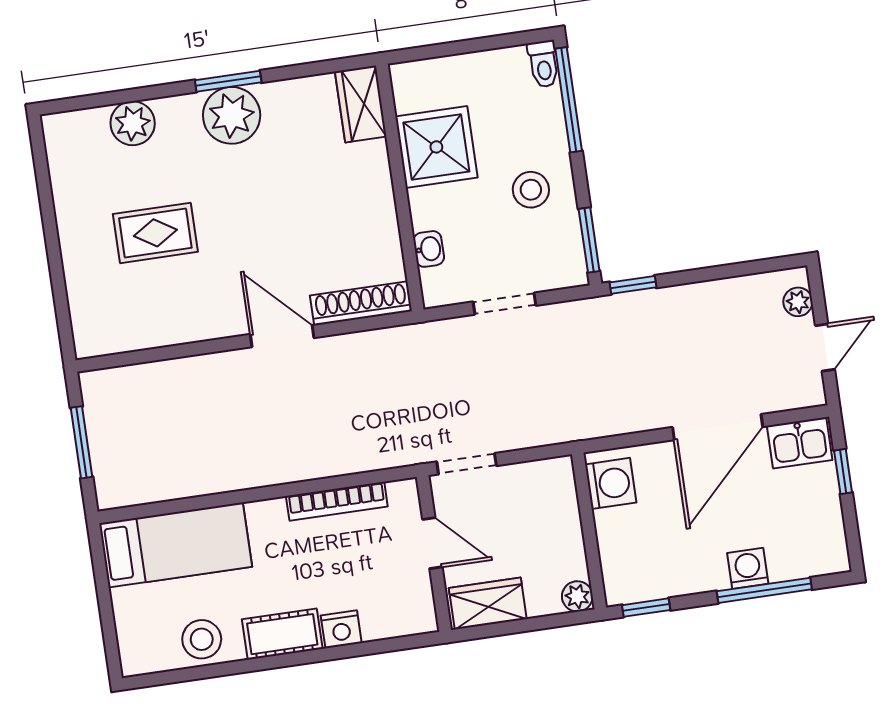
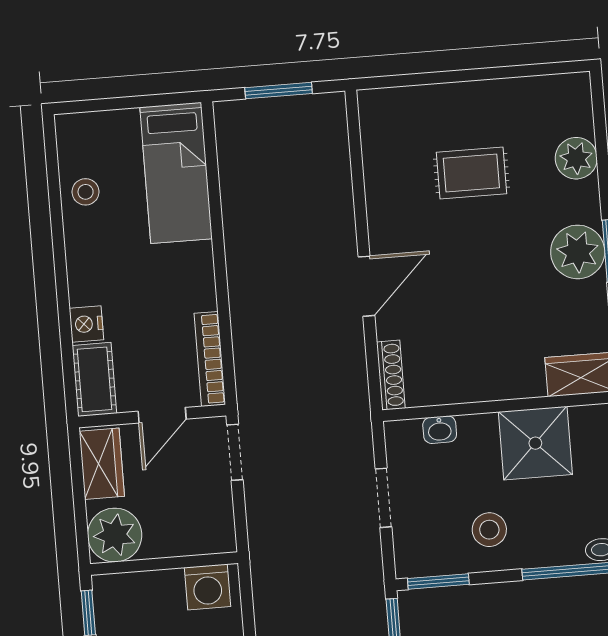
rug: (155, 233) -> (471, 173), turned 90
shoe rack: (361, 303) -> (391, 375), width x0.74, depth x0.81
bookcase: (337, 501) -> (210, 359), moved
plant: (577, 596) -> (115, 535), width x1.88, depth x1.88
cot: (282, 634) -> (94, 379), moved
stool: (202, 639) -> (86, 192), width x0.73, depth x0.73

